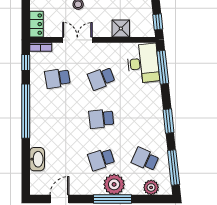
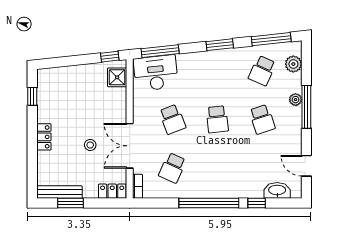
shower: (121, 28) -> (117, 77), moved
double door: (77, 40) -> (130, 146), width x1.37
window: (26, 62) -> (257, 203), moved
school desk: (57, 78) -> (172, 168), turned 33
washbasin: (37, 159) -> (277, 190), moved
plant: (114, 184) -> (296, 100), width x0.53, depth x0.53

